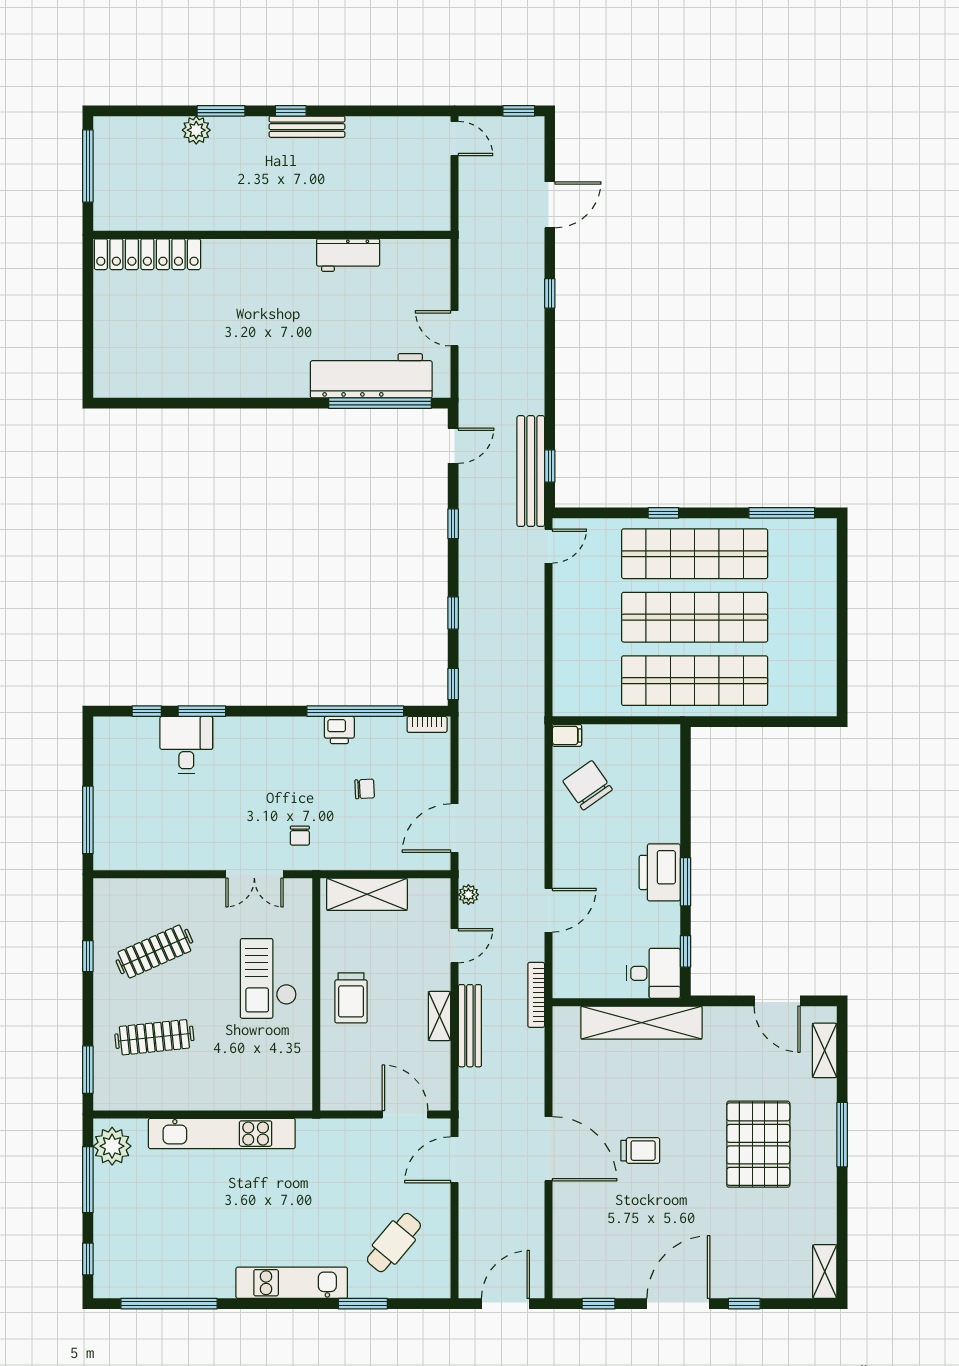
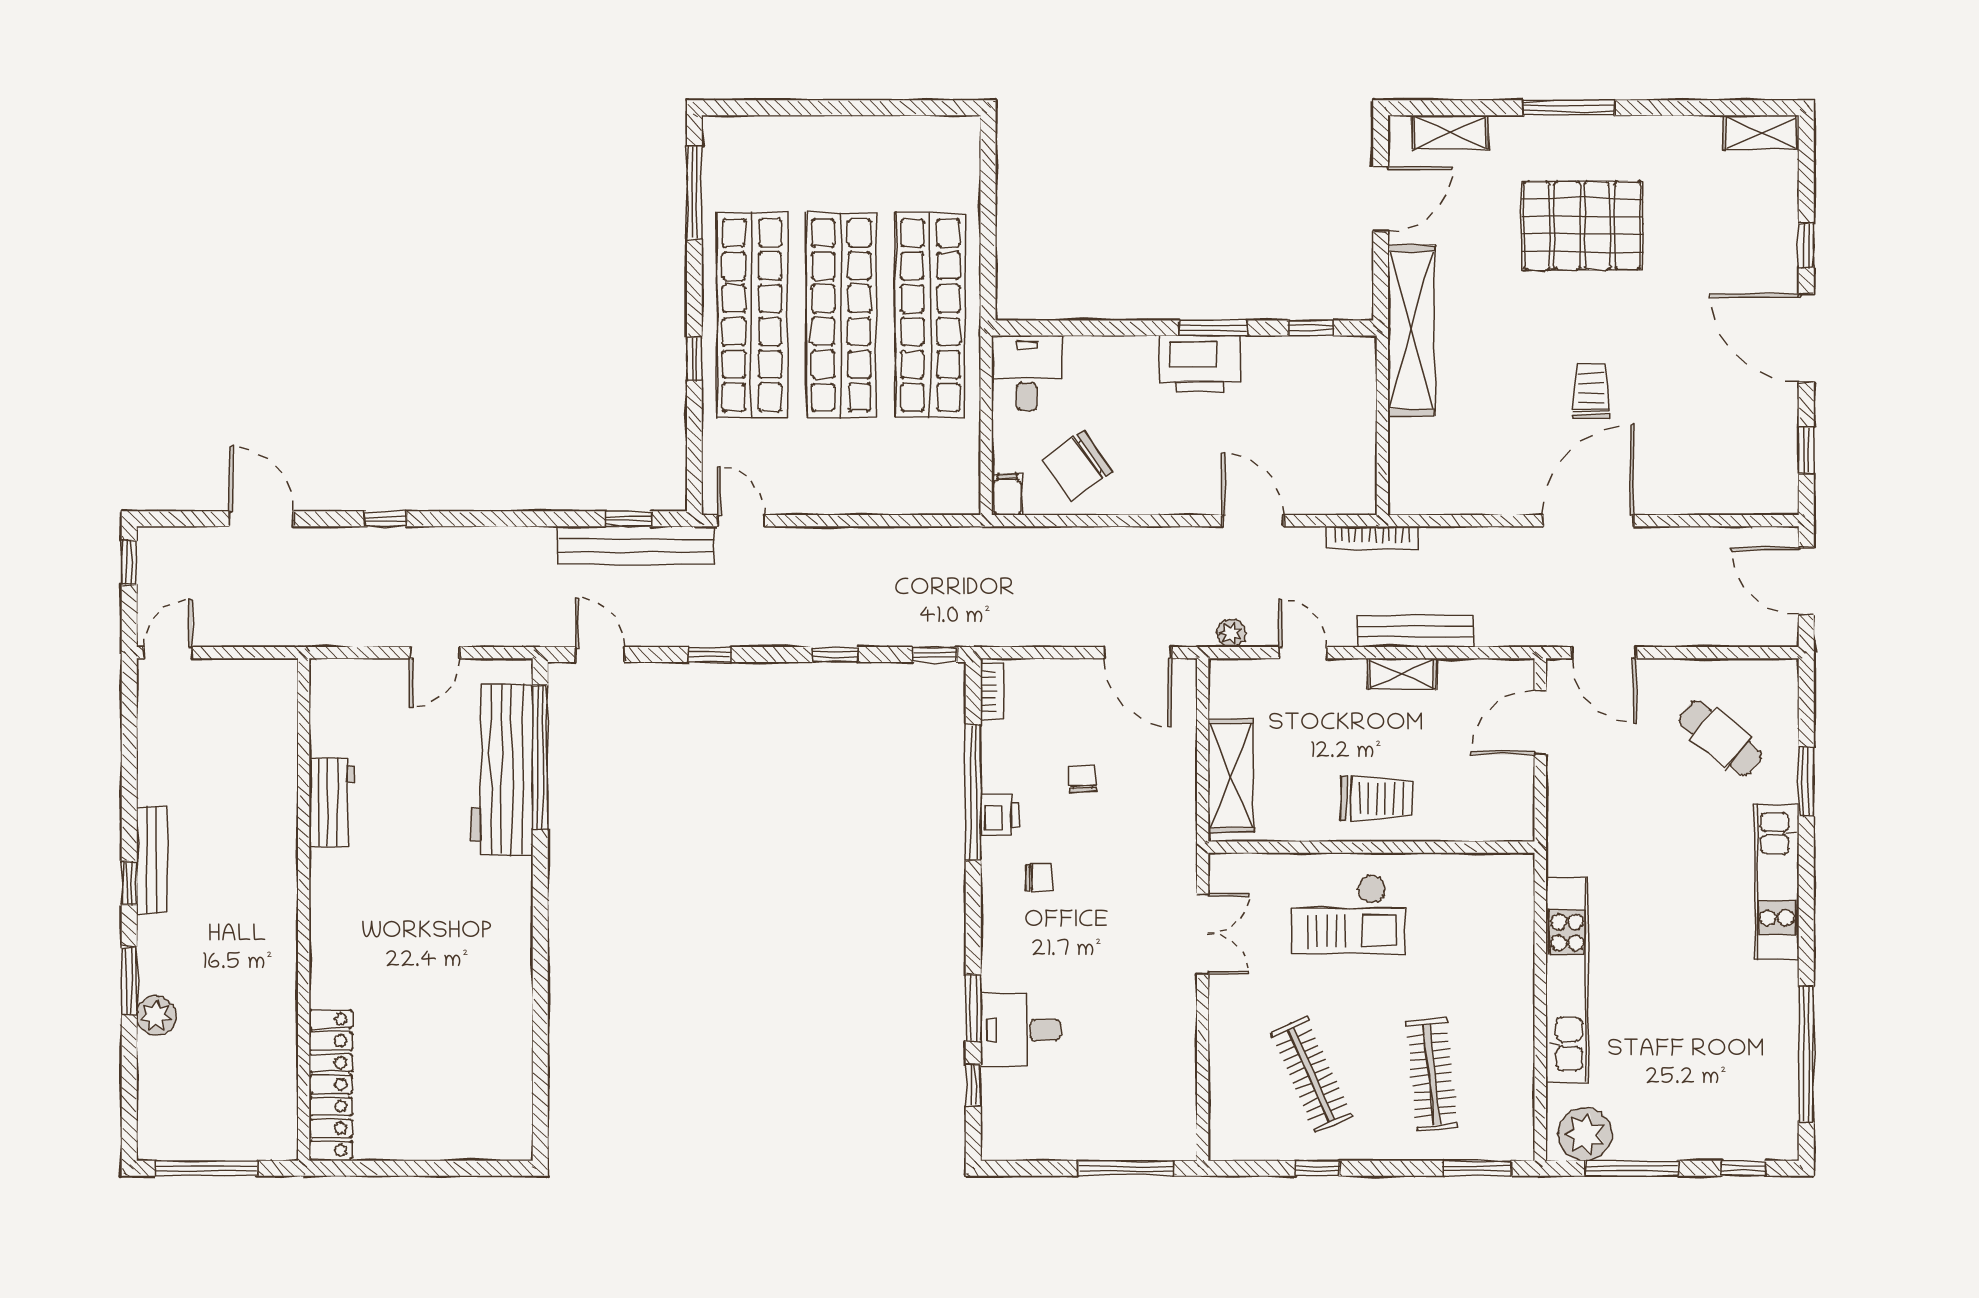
chair: (300, 836) -> (1039, 877), moved
desk: (653, 973) -> (1027, 373), moved
shelving: (641, 1023) -> (1411, 330), moved

